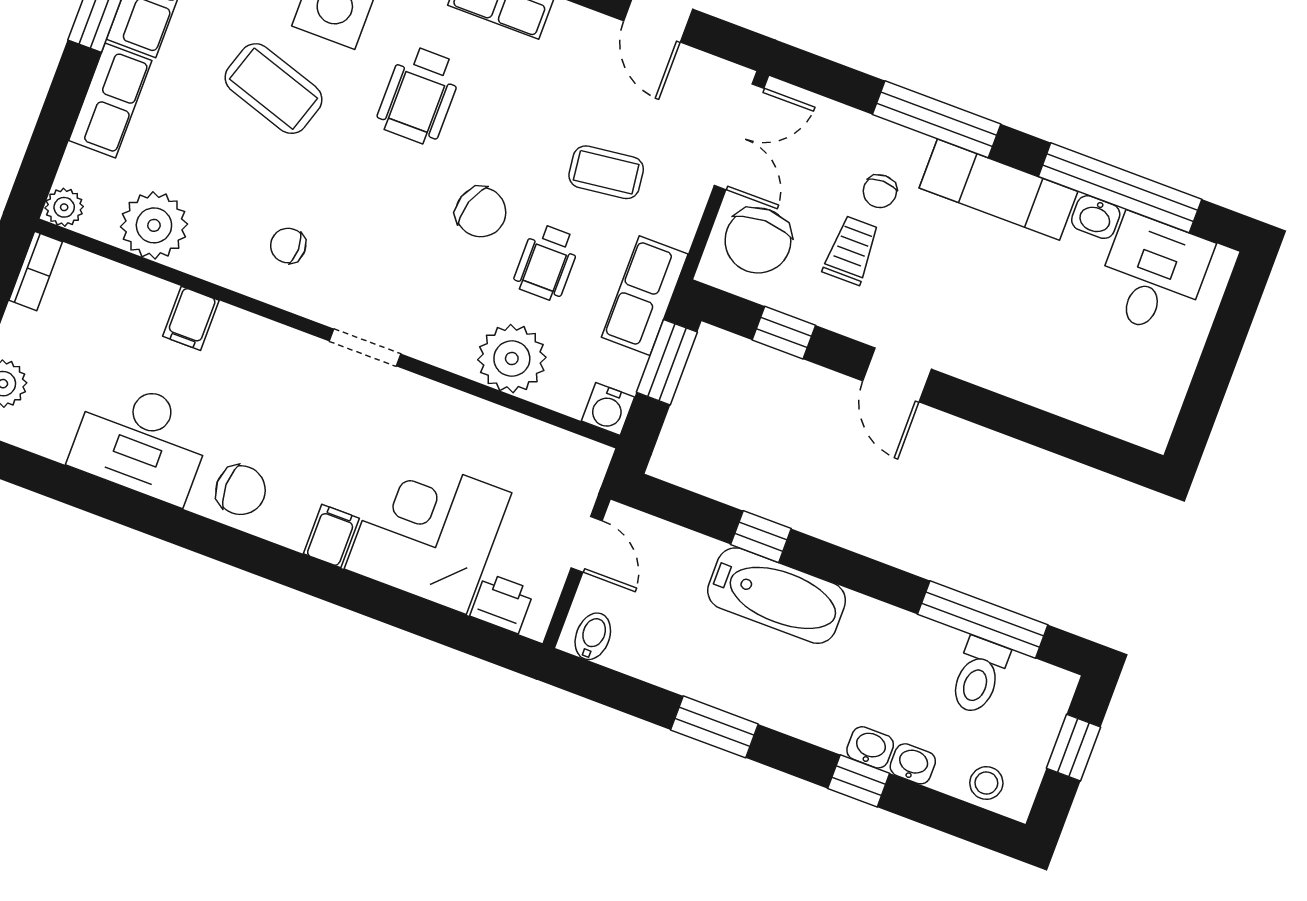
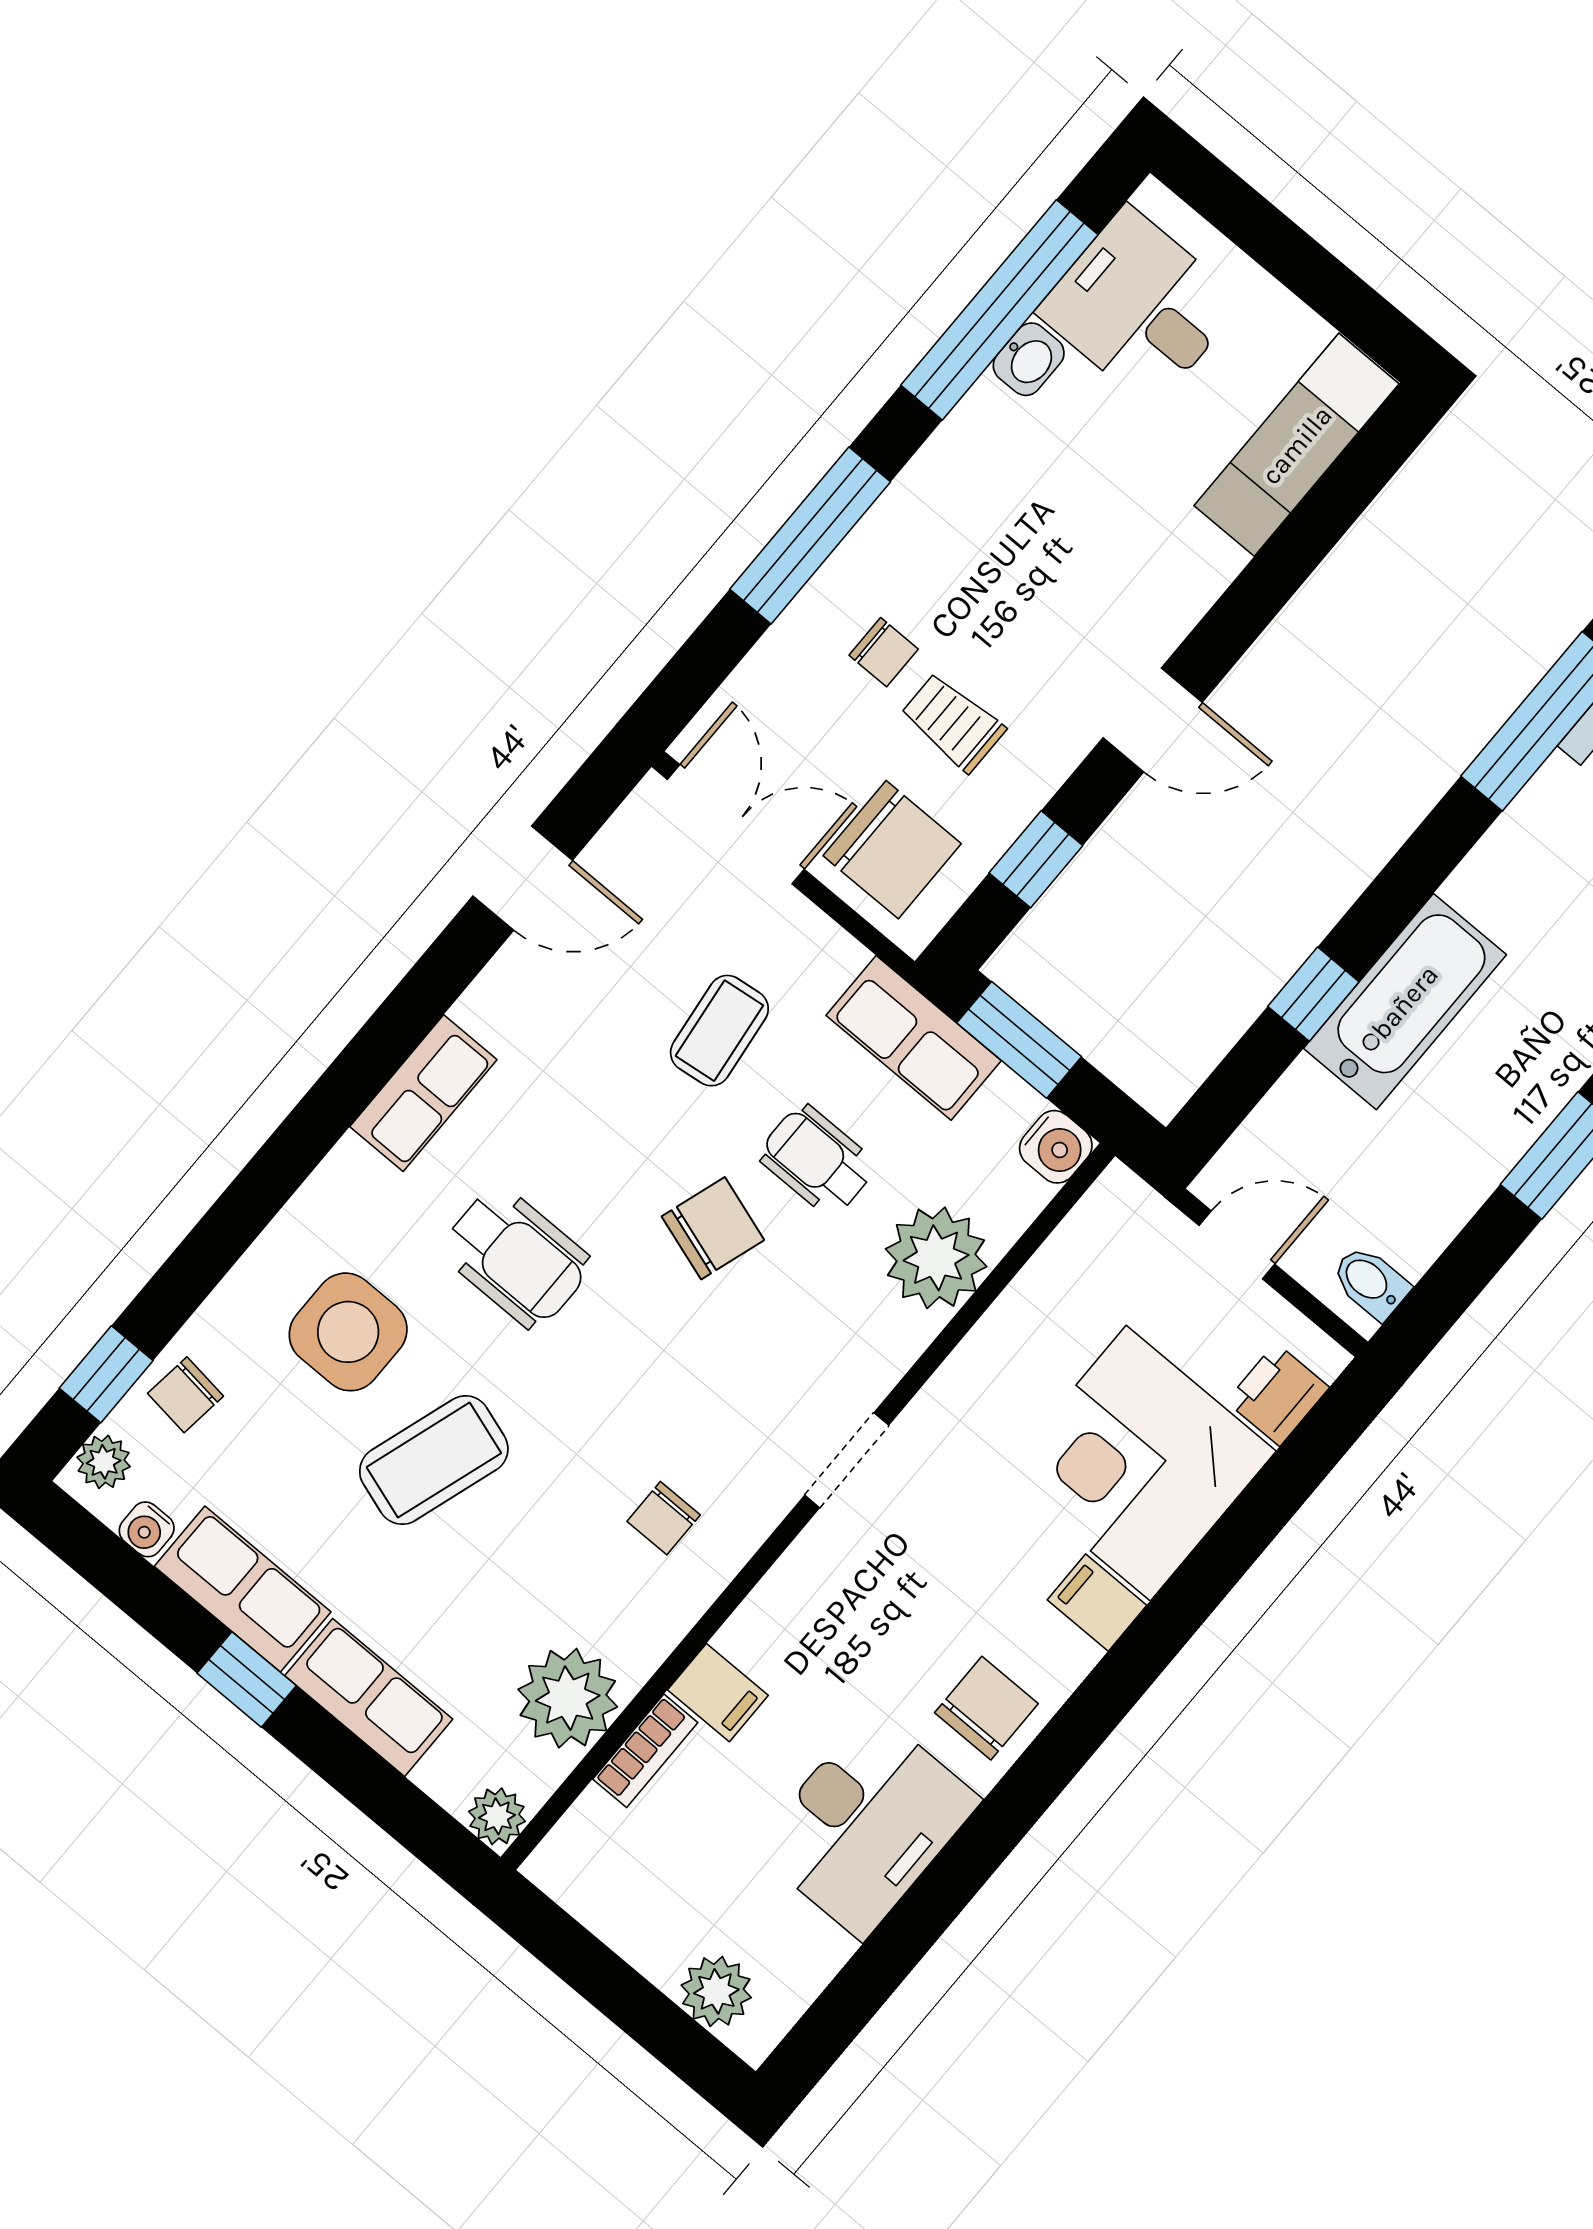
exam couch: (999, 190) -> (1297, 445), moved, turned 180
wheelchair: (547, 262) -> (817, 1160), turned 180
bookcase: (36, 271) -> (645, 1751), moved, turned 90

